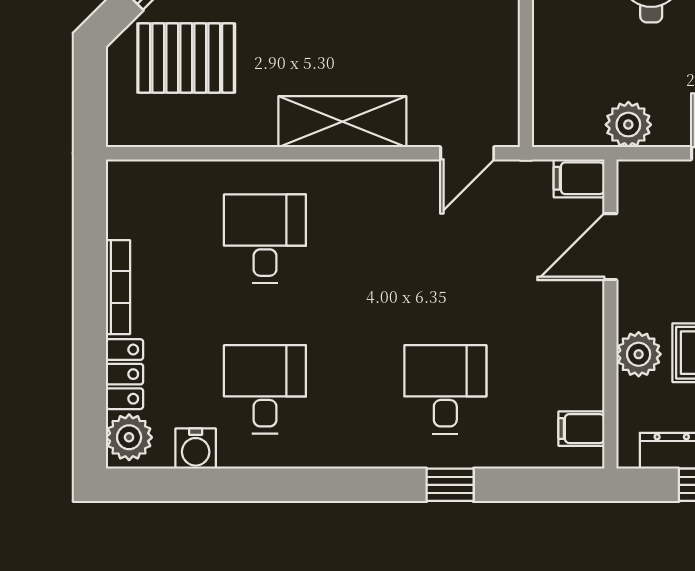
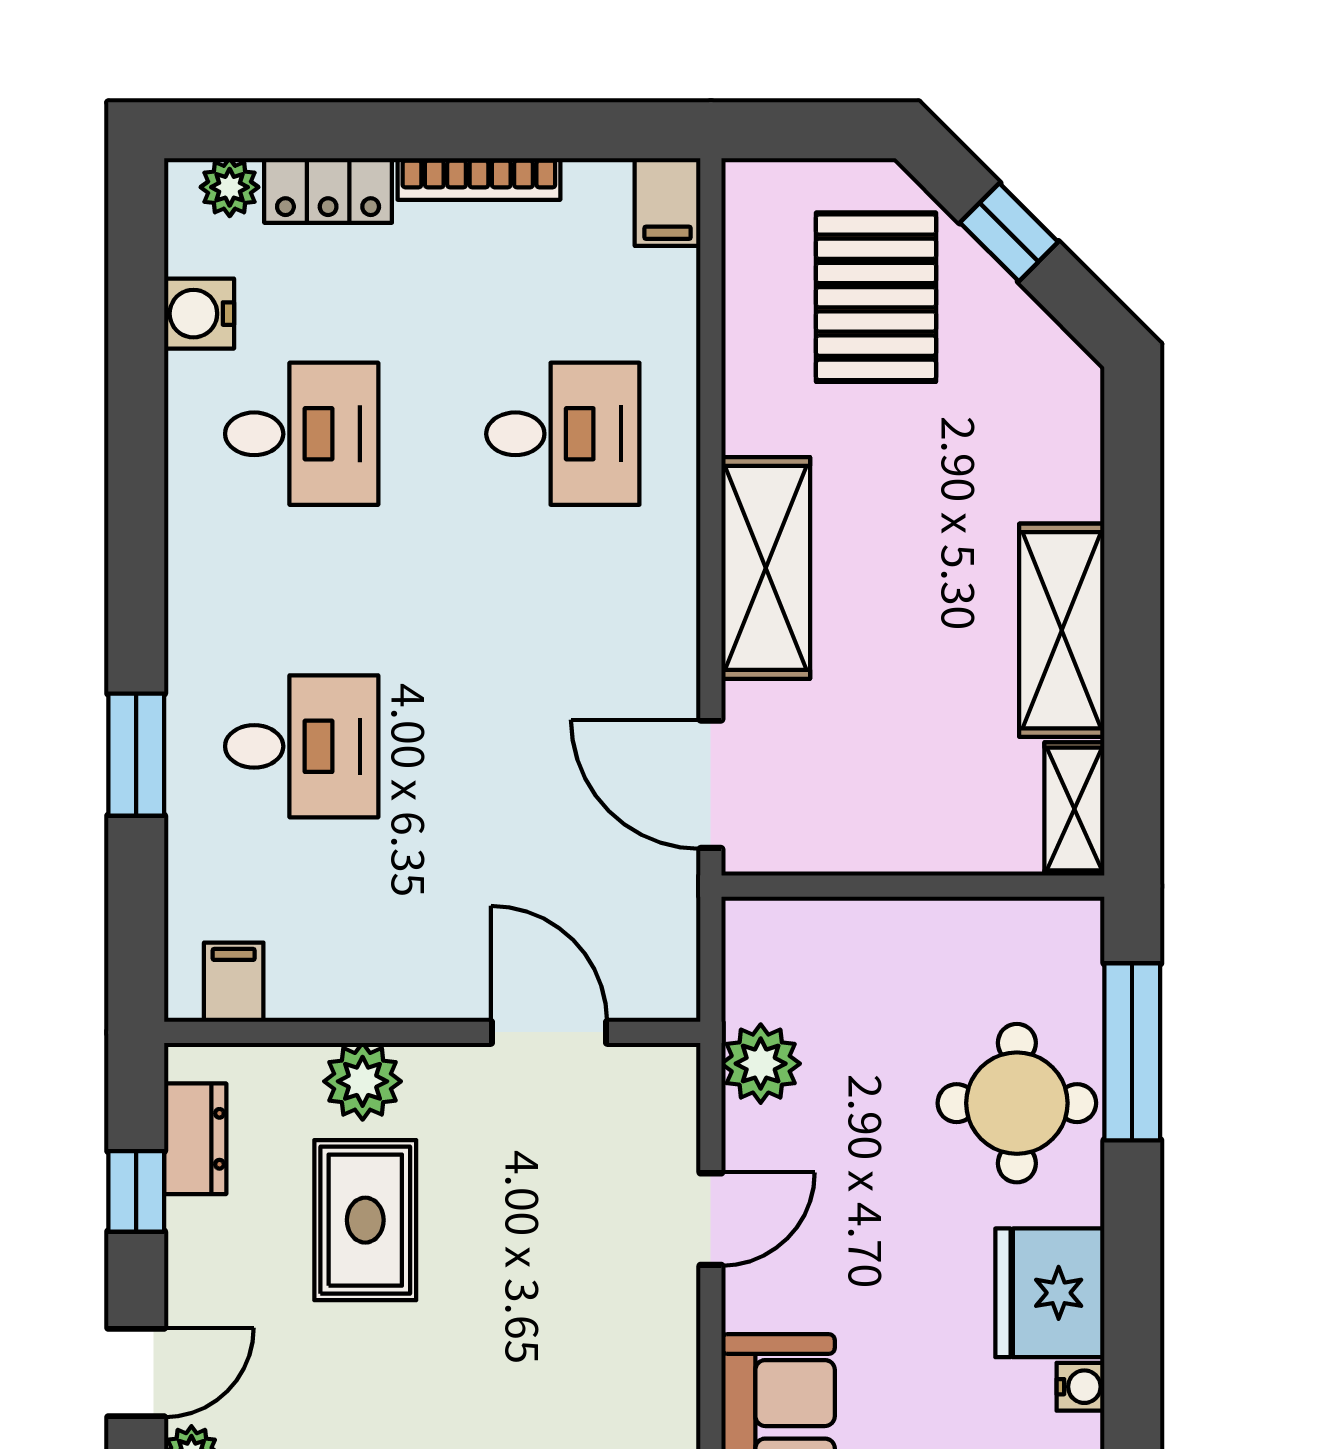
door: (467, 153) -> (711, 784), width x1.38
filing cabinet: (579, 178) -> (668, 202), moved, turned 180
plant: (129, 437) -> (230, 187), width x0.73, depth x0.73
window: (450, 485) -> (136, 755), width x1.50

